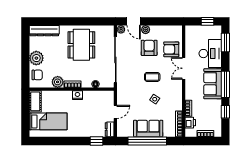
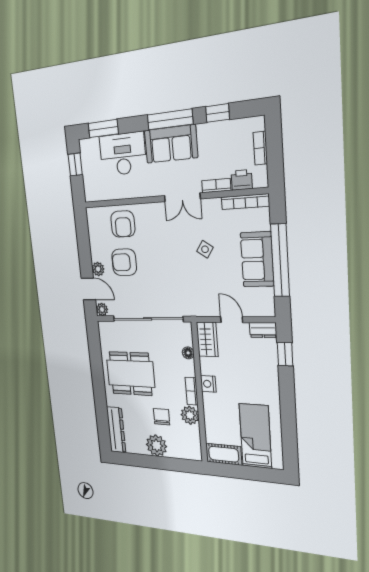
door: (134, 21) -> (88, 289), hinge flipped
double door: (184, 68) -> (182, 197), moved
chair: (37, 75) -> (162, 417), moved
coffee table: (152, 77) -> (169, 255), removed
wardrobe: (104, 97) -> (207, 339), added

